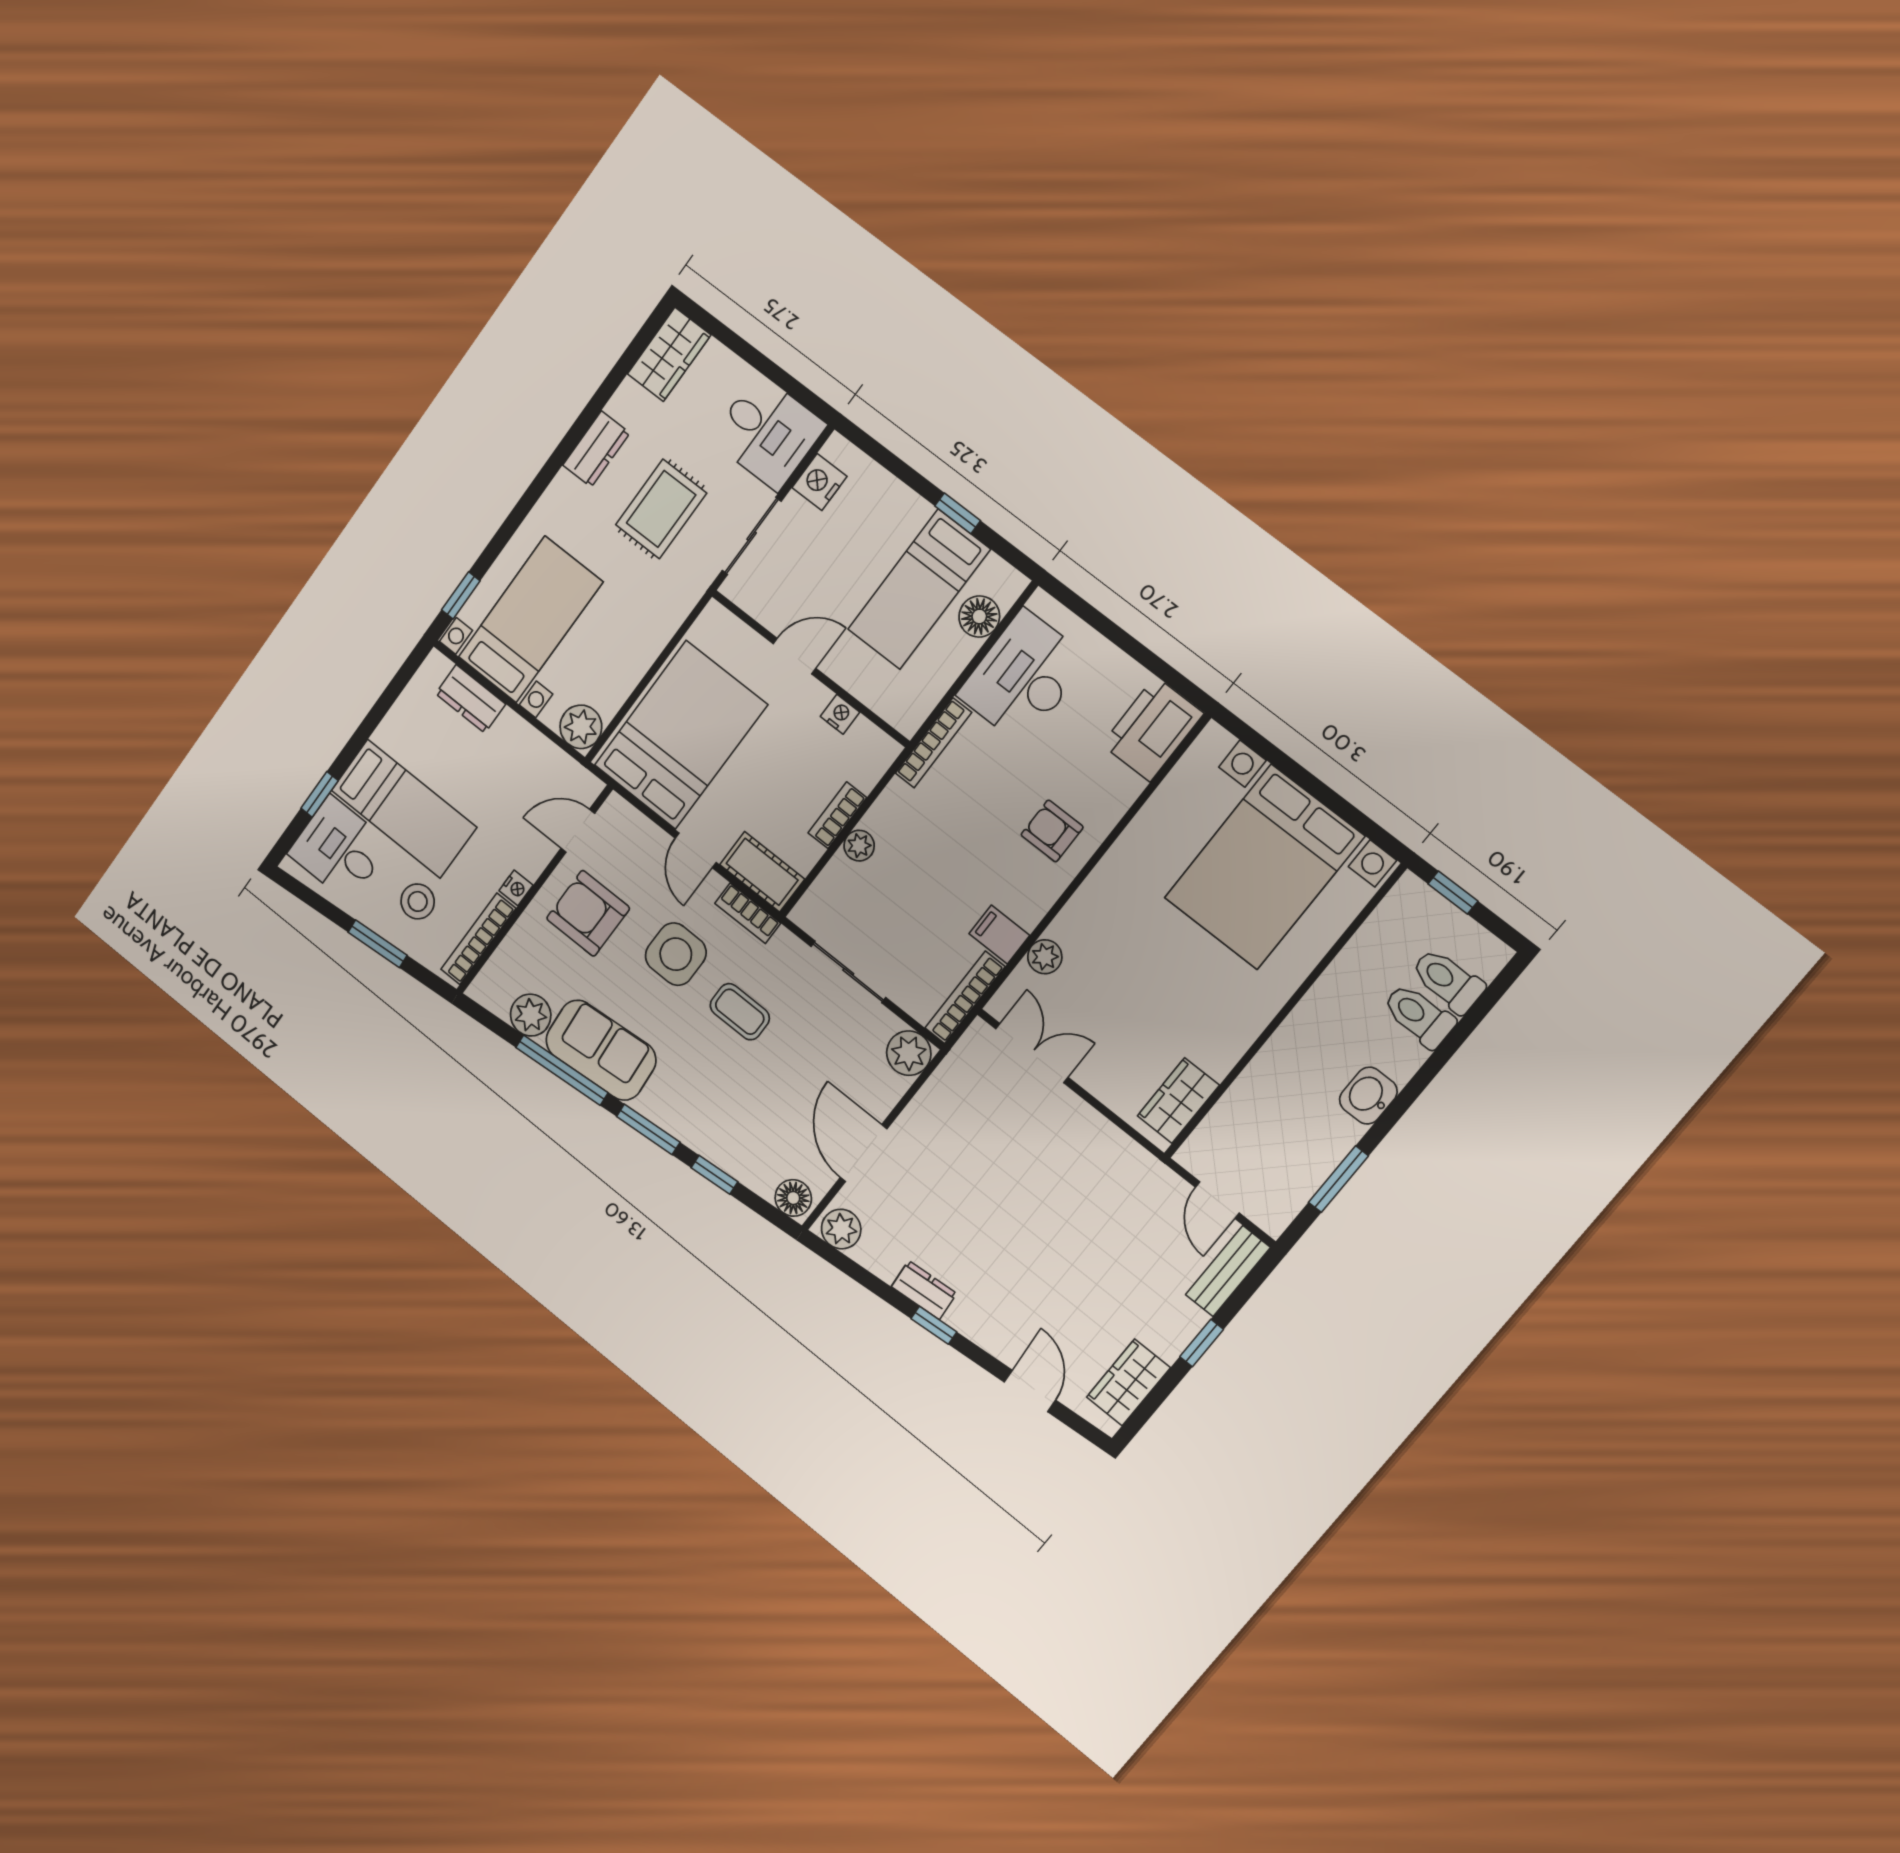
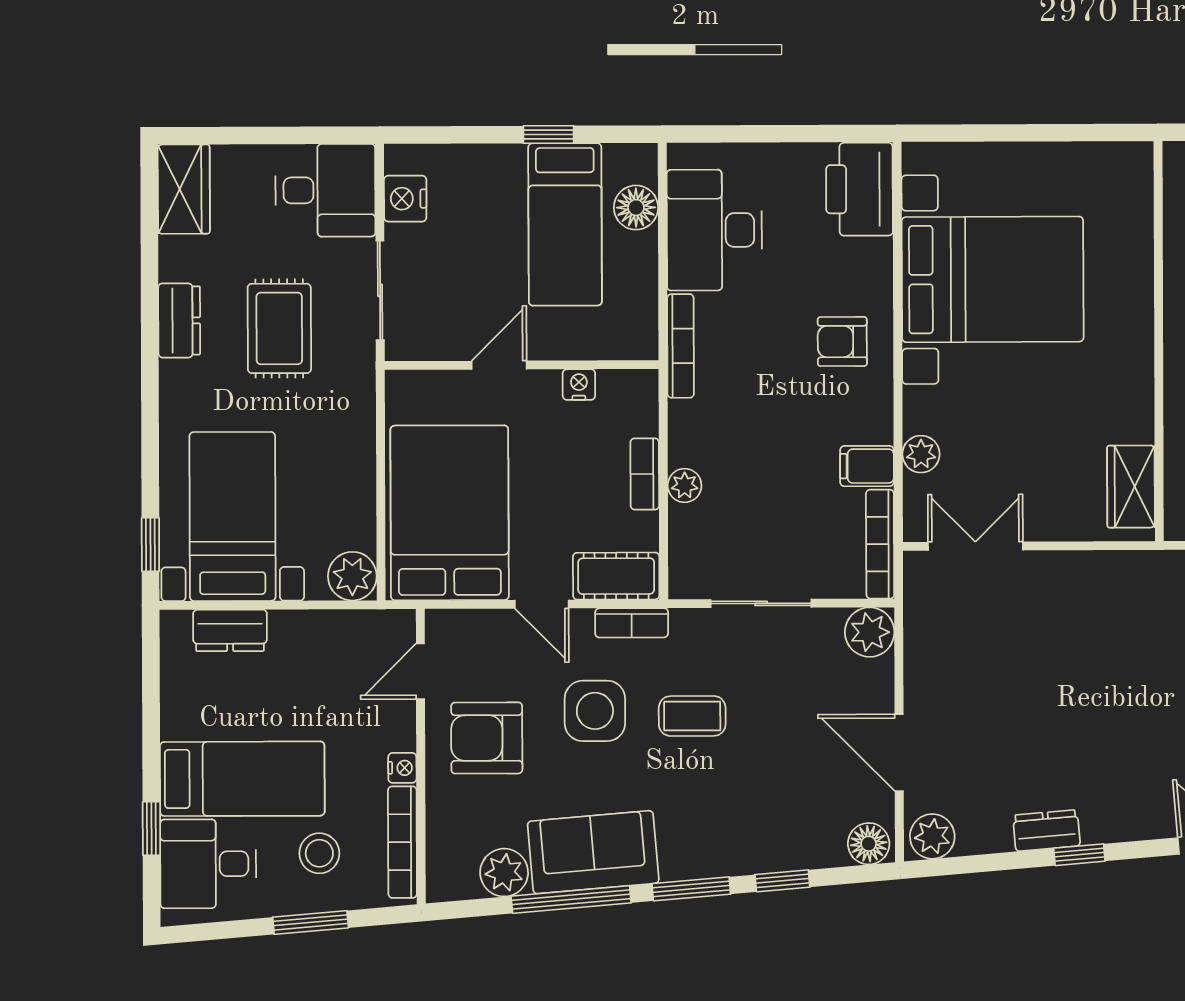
bed with nightstands: (1264, 867) -> (993, 279), moved, turned -90

